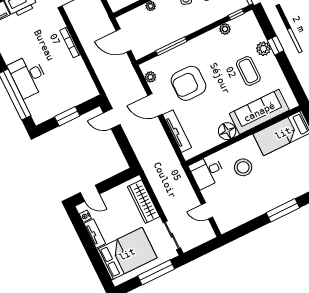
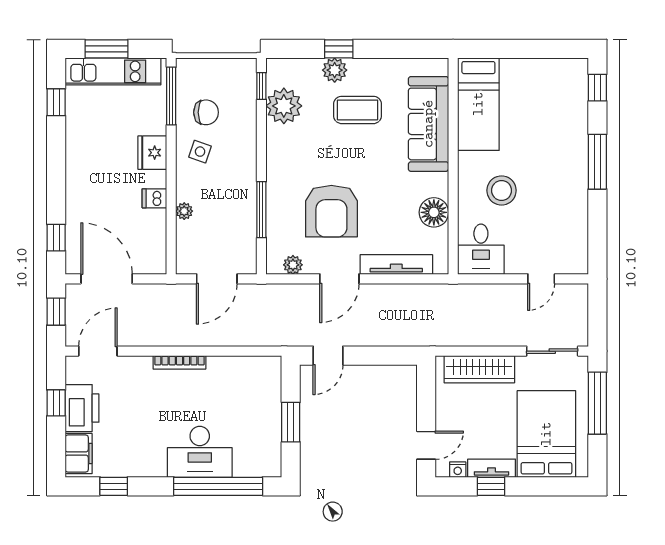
plant: (225, 29) -> (284, 106), width x1.87, depth x1.87
floor lamp: (227, 131) -> (434, 212), moved
window: (85, 238) -> (491, 486), added

